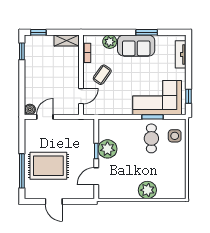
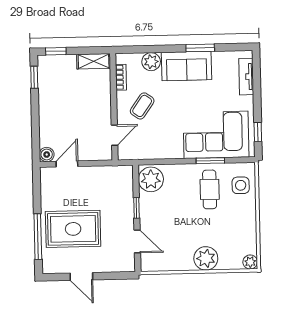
plant: (107, 149) -> (151, 179), moved
door: (96, 176) -> (137, 241), swing flipped
plant: (181, 194) -> (250, 262), added

